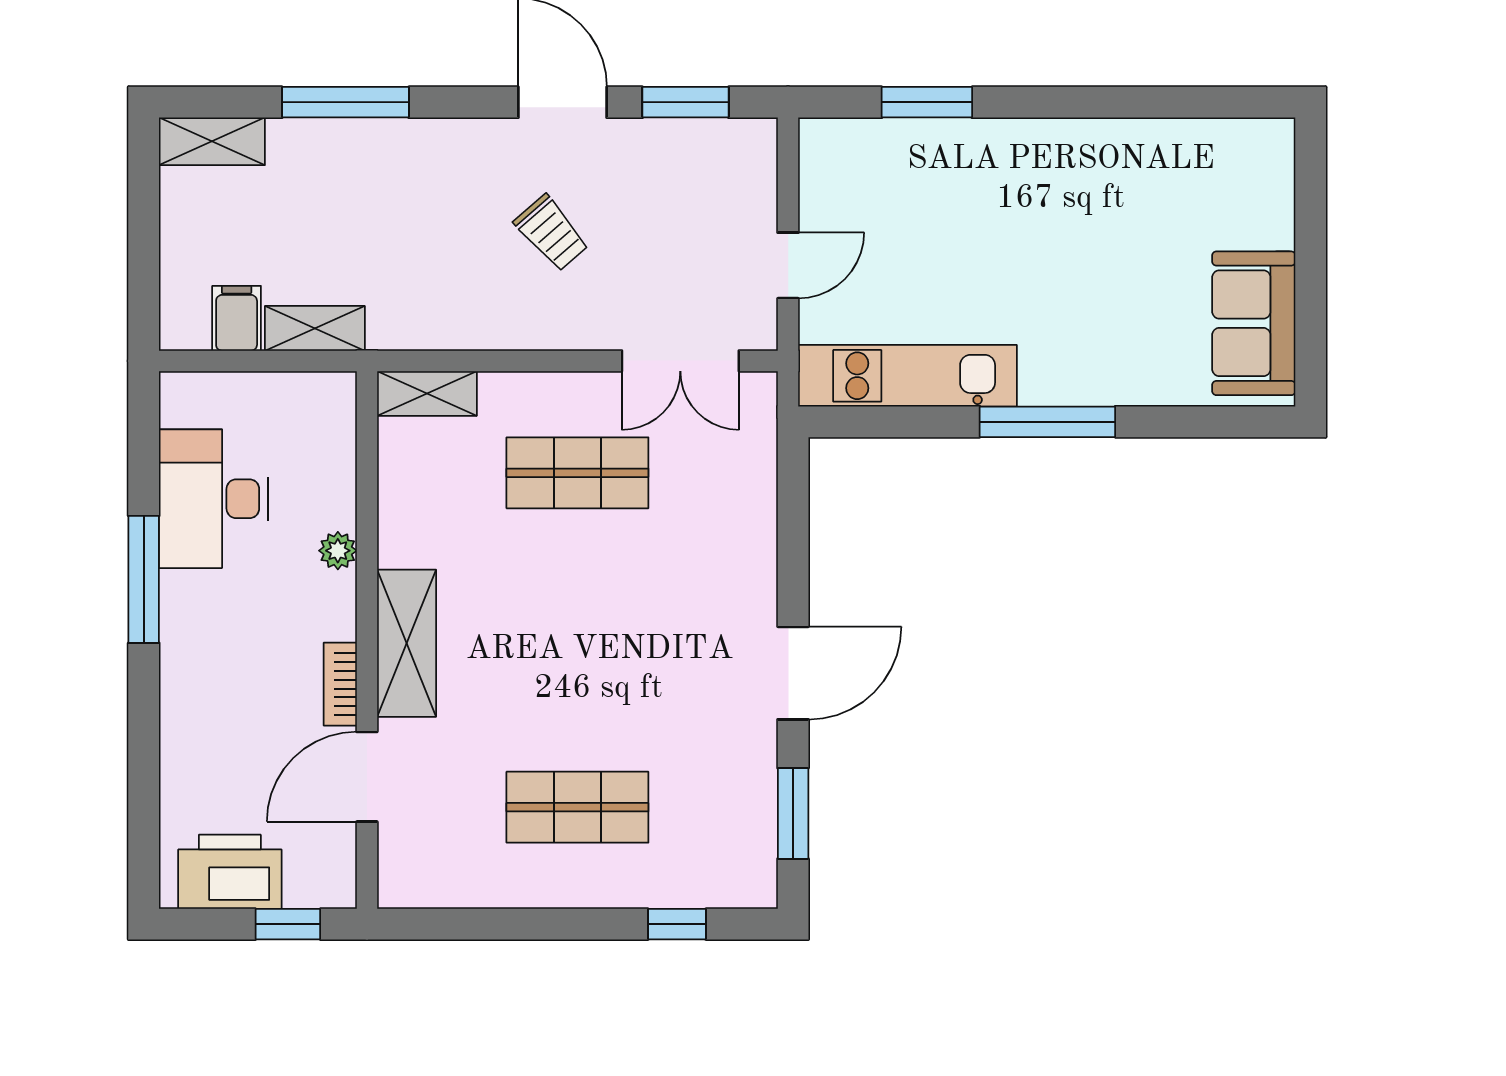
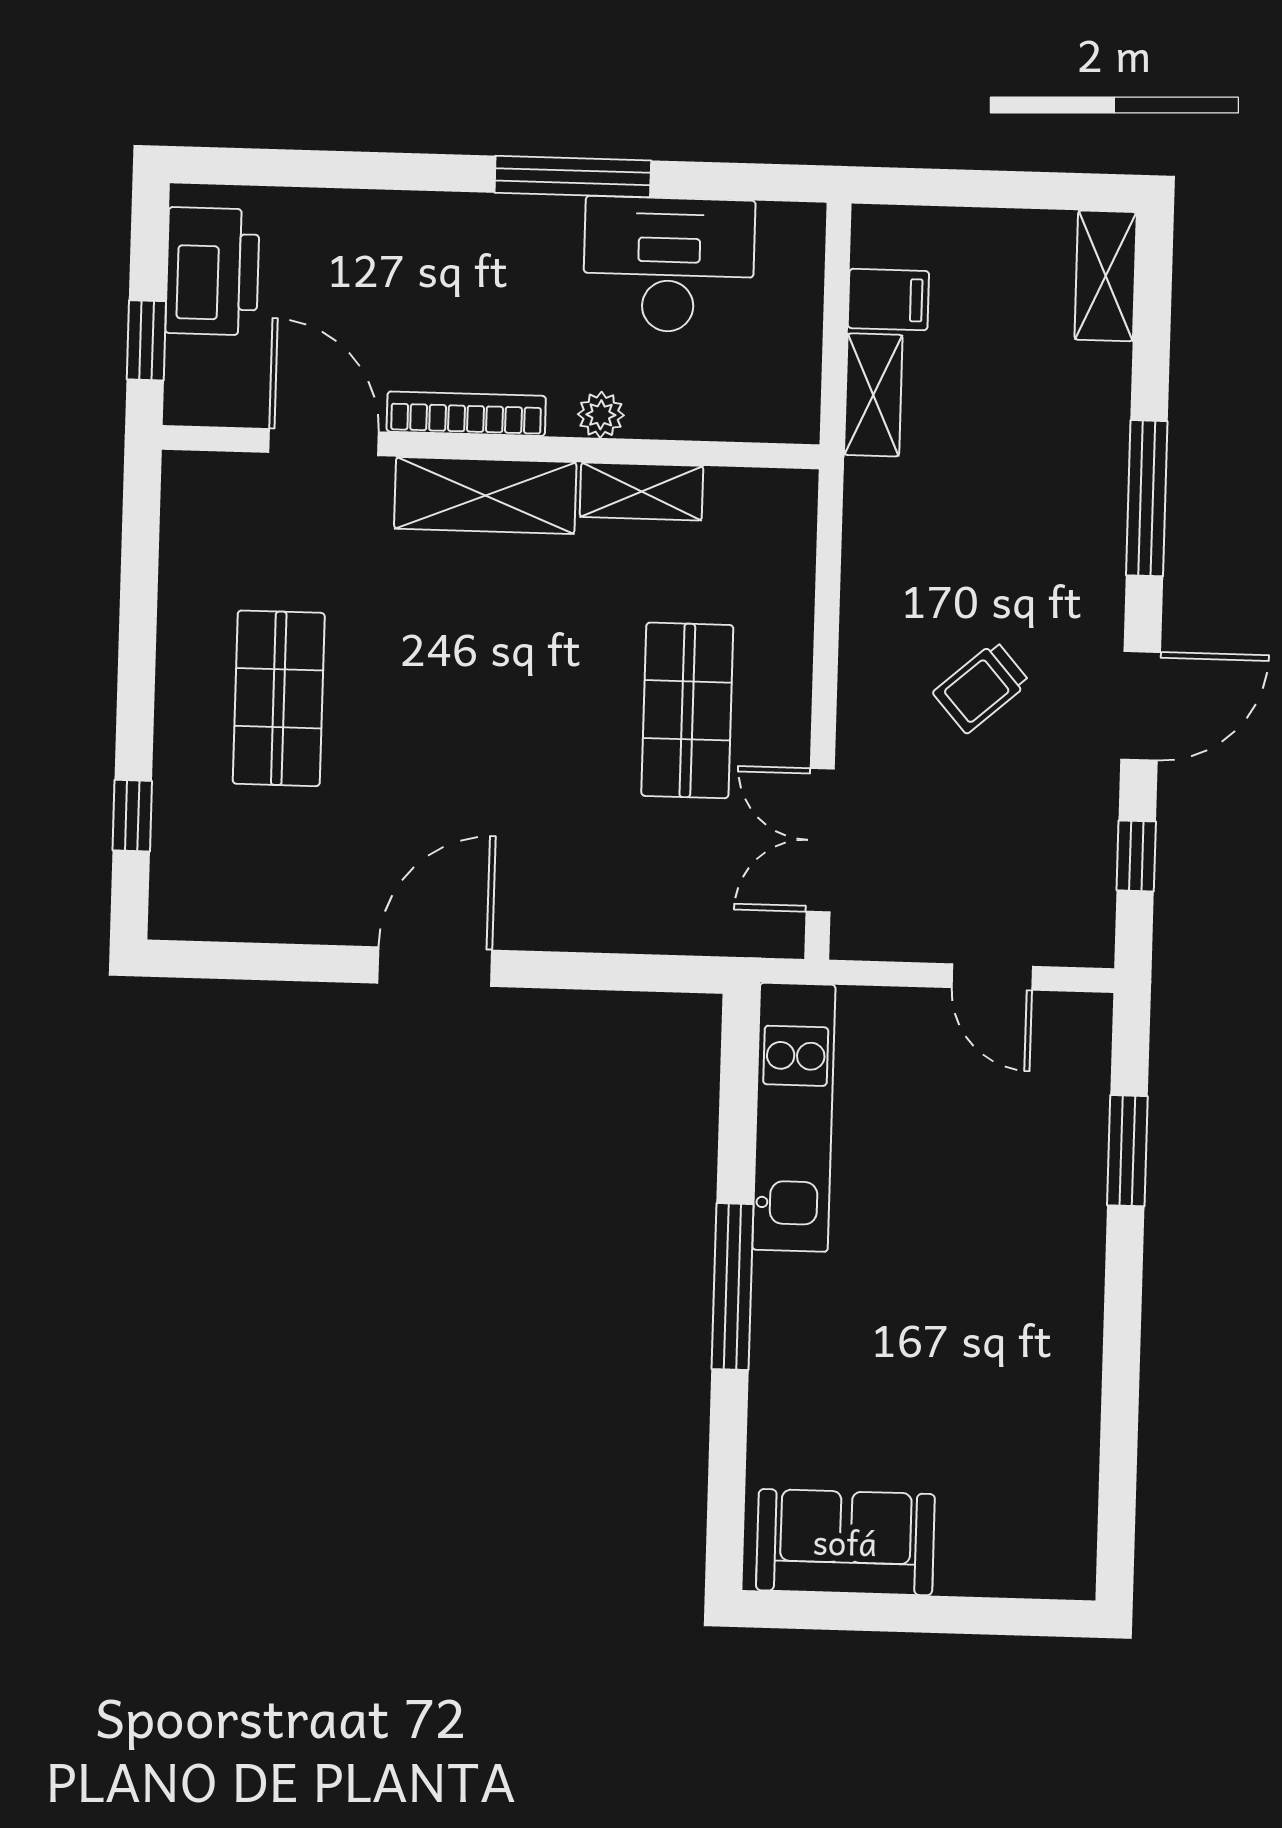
window: (345, 102) -> (1147, 498), moved
window: (686, 102) -> (1136, 856), width x0.67
door: (788, 265) -> (992, 977), moved
shelving: (427, 394) -> (641, 491), moved, turned 90
door: (793, 673) -> (435, 967), swing flipped
bookcase: (340, 684) -> (466, 414), width x1.56
window: (793, 813) -> (263, 962), removed

